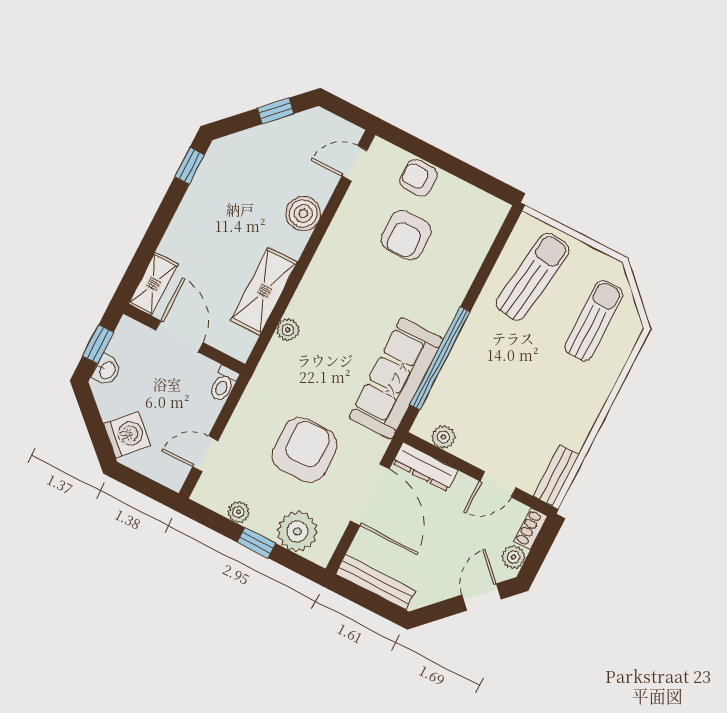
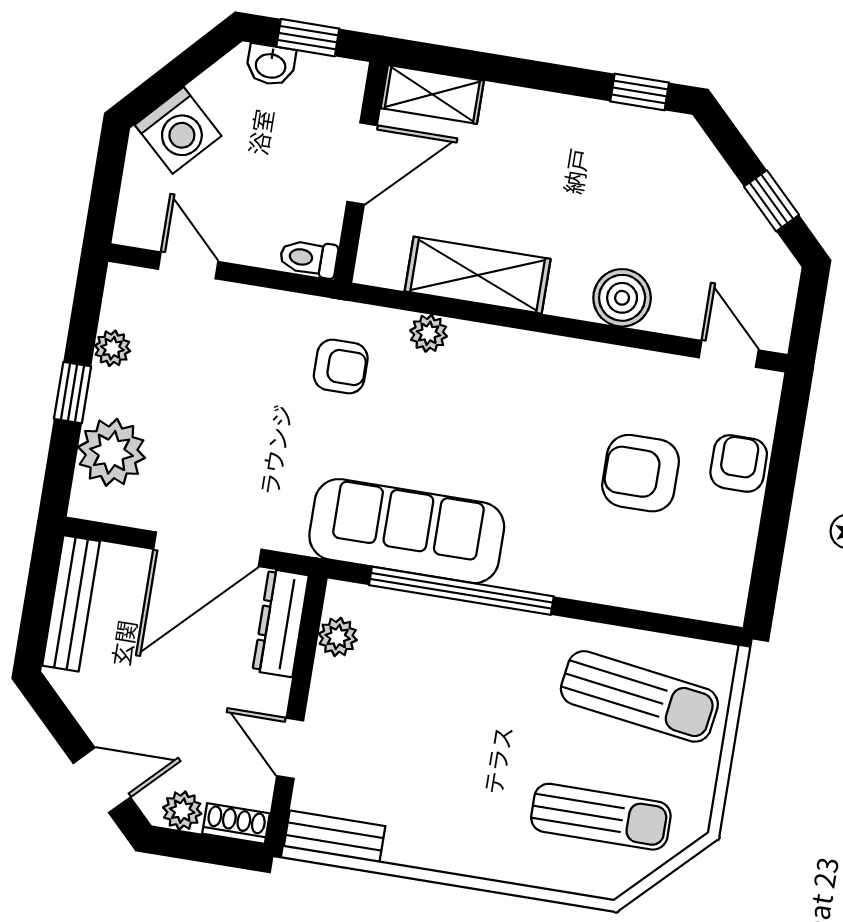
armchair: (304, 450) -> (341, 367), moved, width x0.53, depth x0.53

